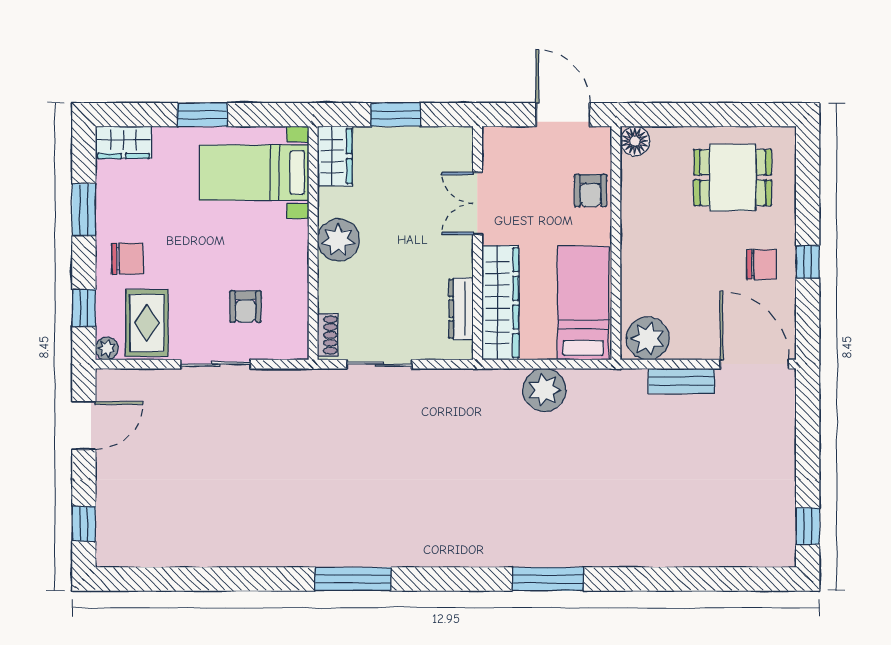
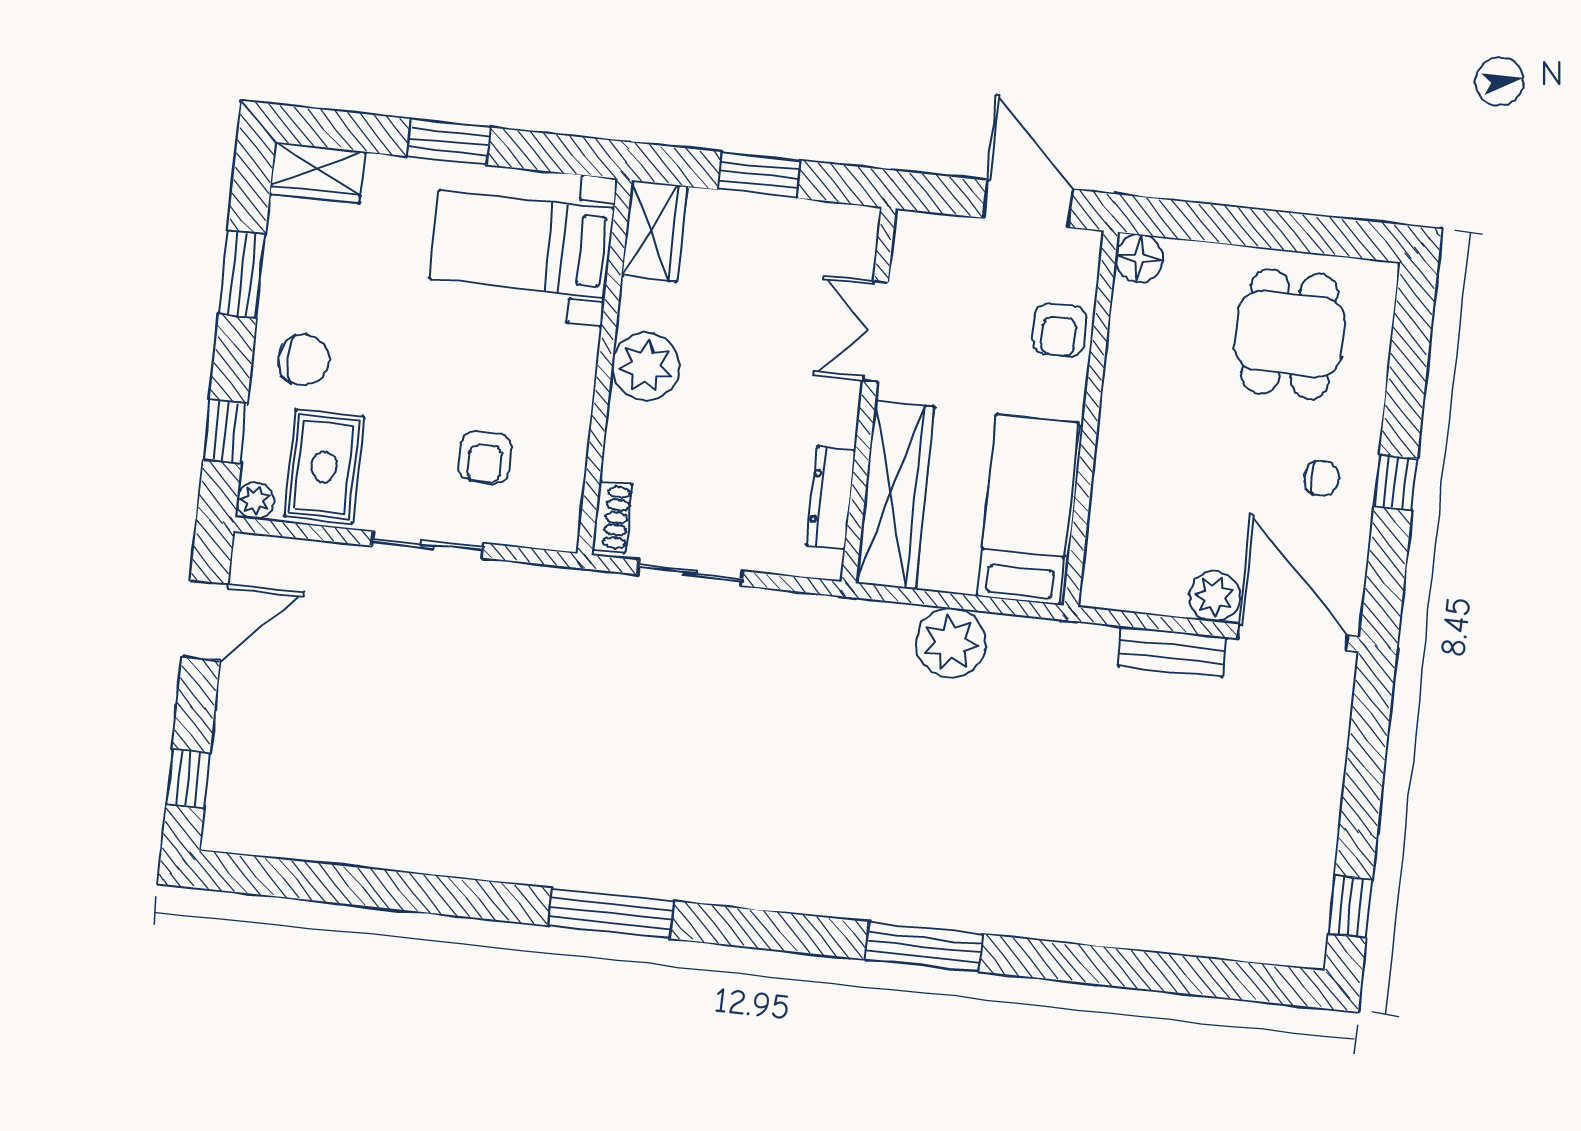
dining table: (733, 178) -> (1290, 334), turned 90
chair: (762, 264) -> (1321, 478), width x0.73, depth x0.73
plant: (648, 338) -> (1215, 596), moved, width x0.73, depth x0.73

